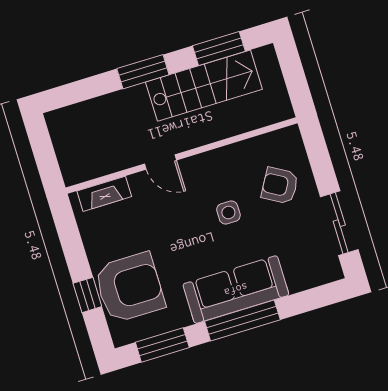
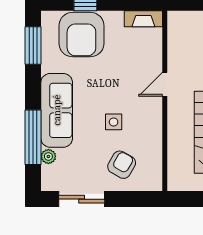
fireplace: (104, 194) -> (143, 19), moved, turned -90
plant: (298, 282) -> (48, 156), added
window: (242, 320) -> (33, 137), moved

